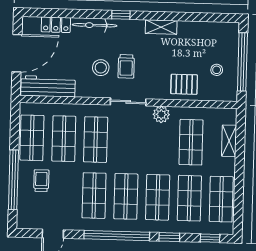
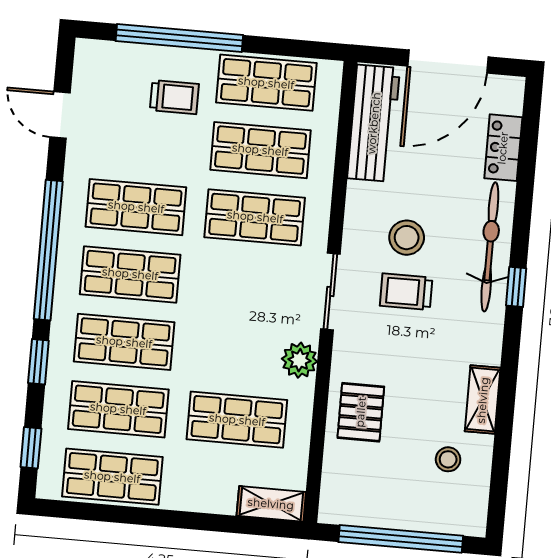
bicycle: (95, 25) -> (490, 247), width x1.37, depth x1.40
shelving: (161, 27) -> (483, 400), moved
door: (17, 53) -> (448, 62), hinge flipped
stool: (217, 70) -> (448, 459), moved
shelving: (229, 141) -> (271, 504), moved

